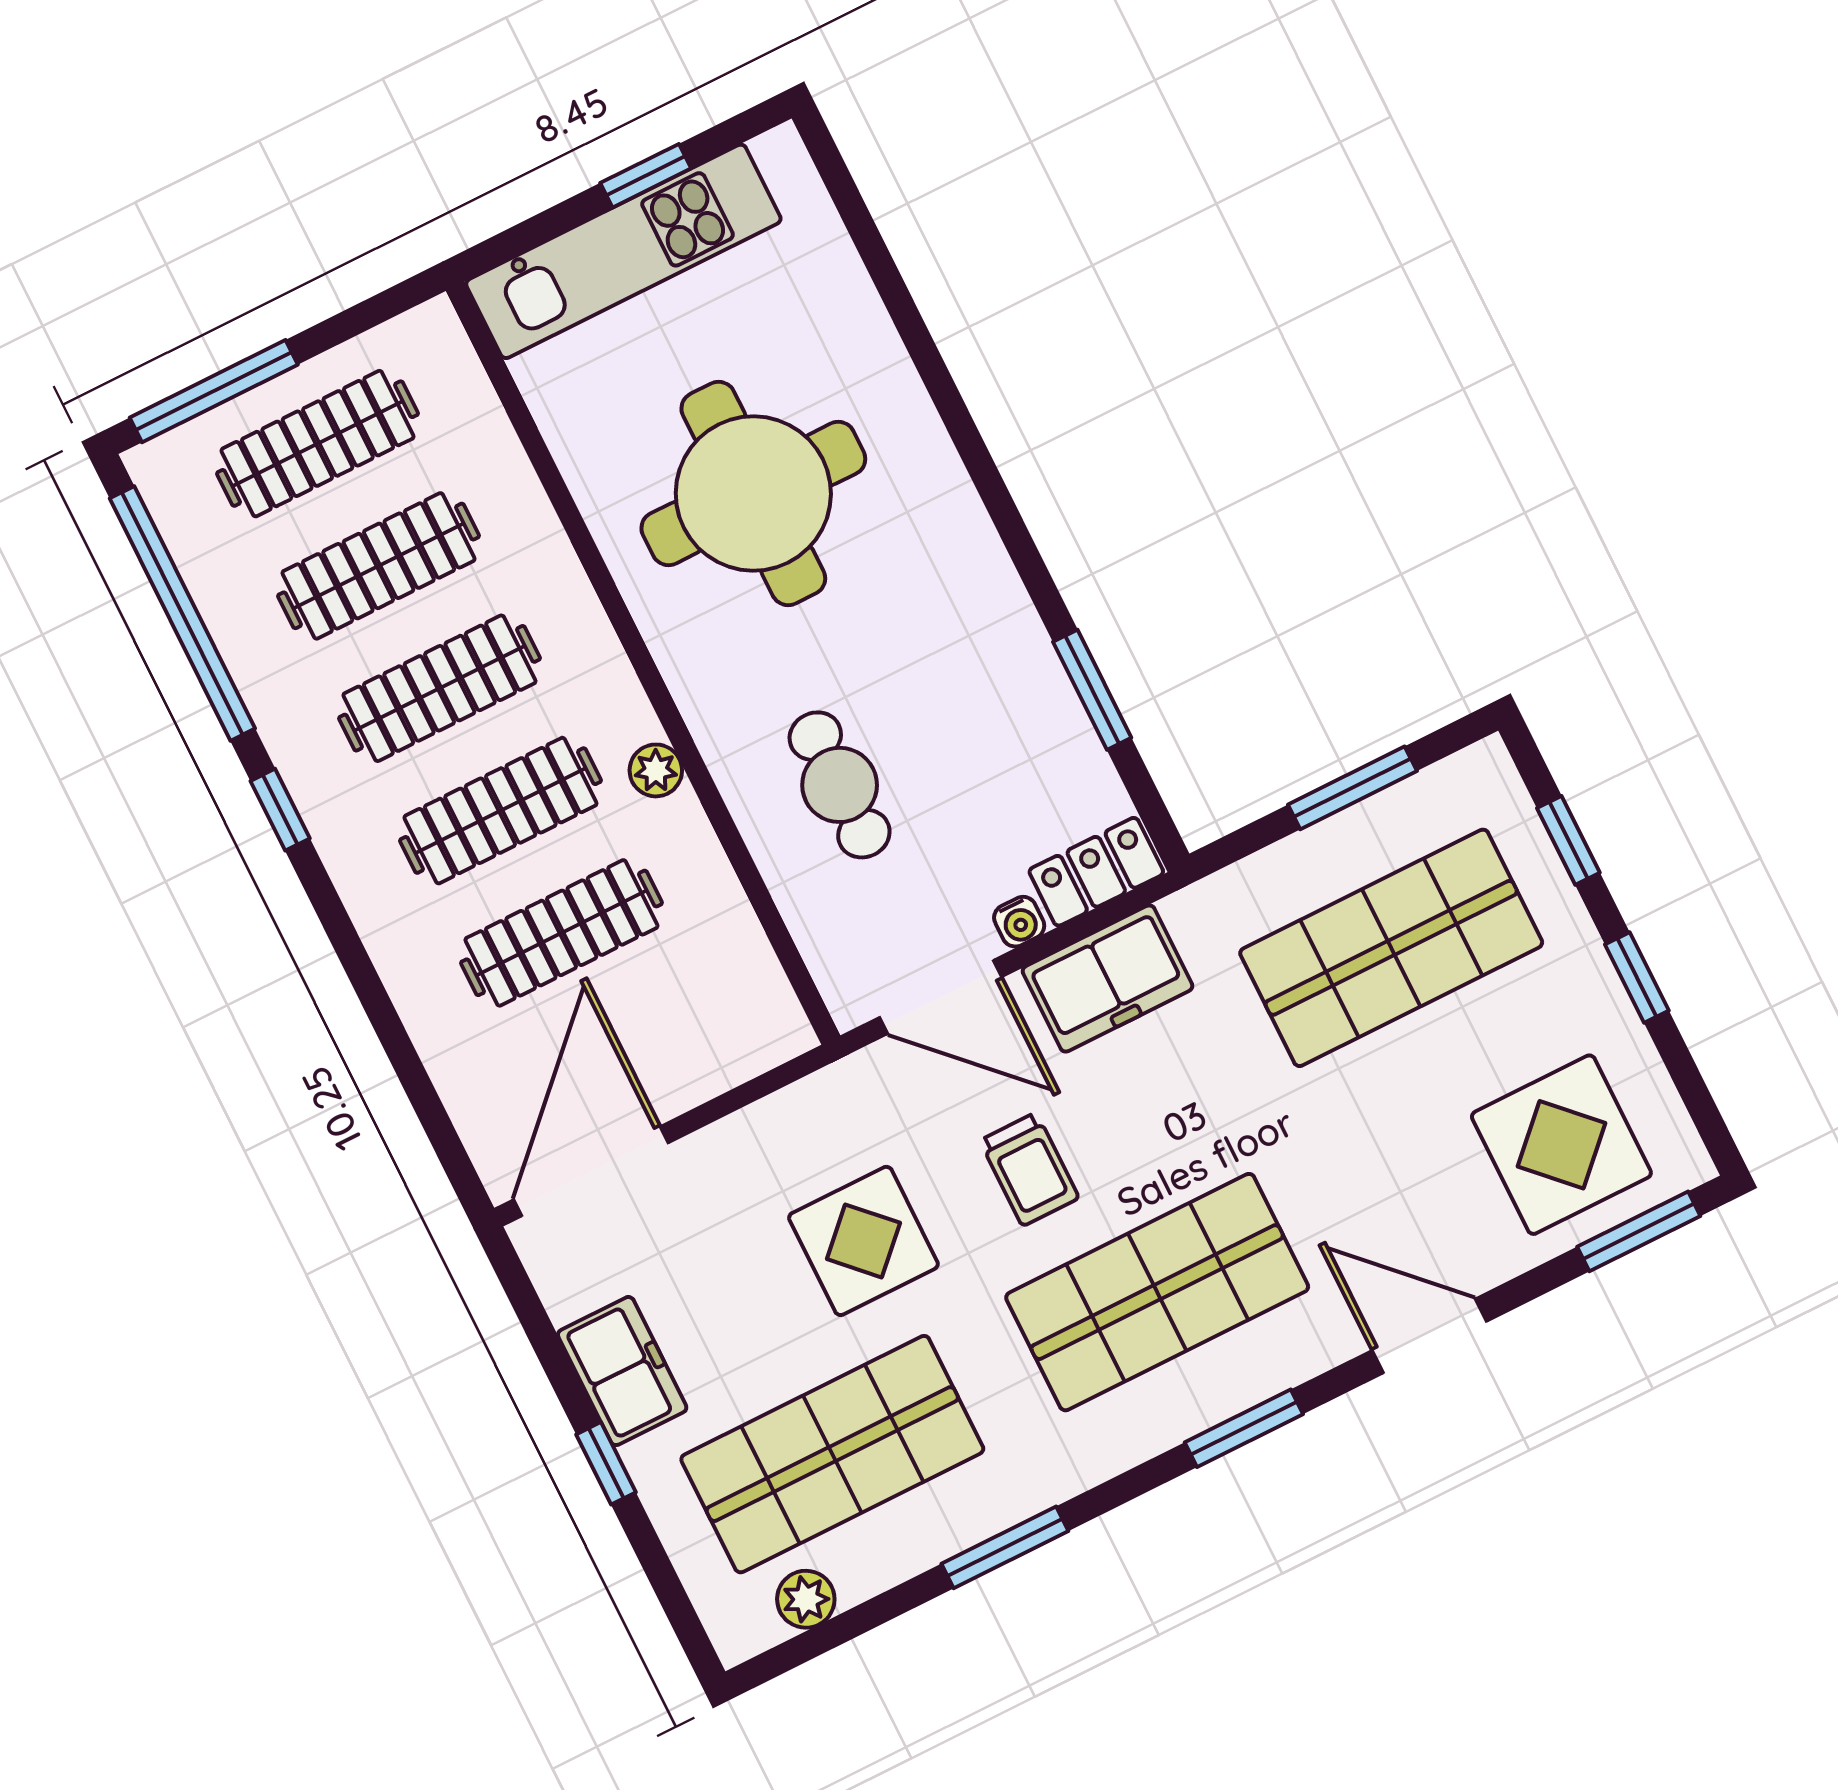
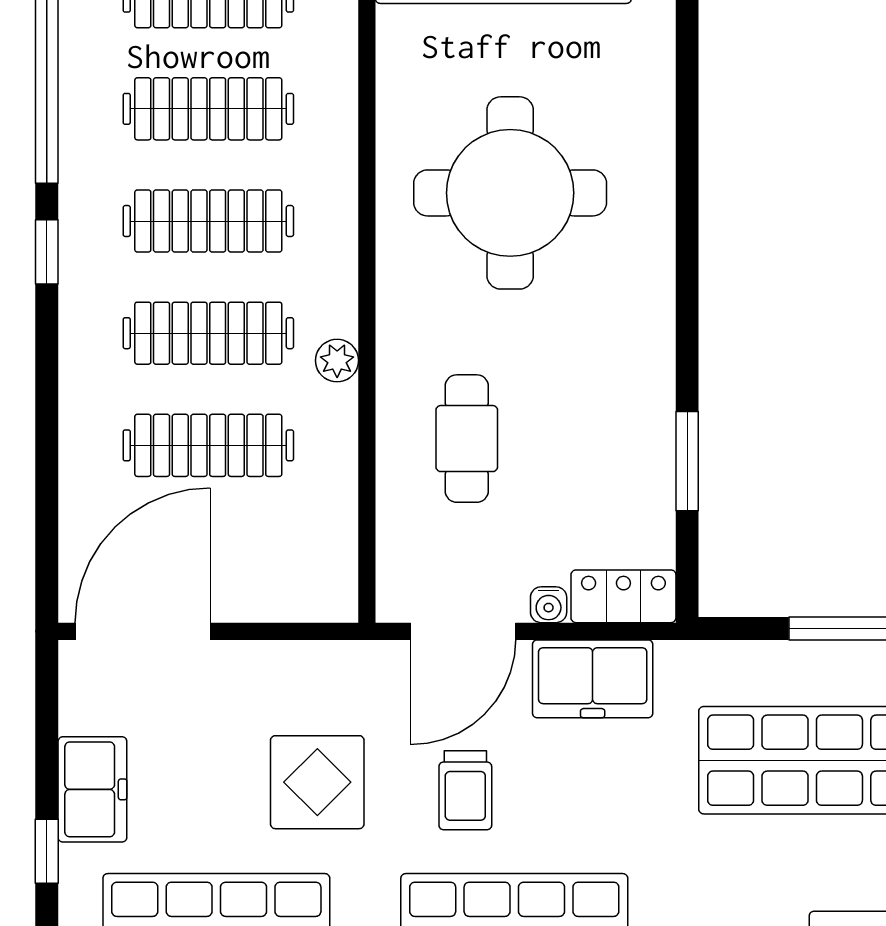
door: (940, 997) -> (463, 631), hinge flipped

